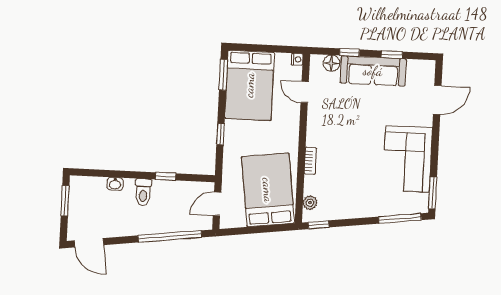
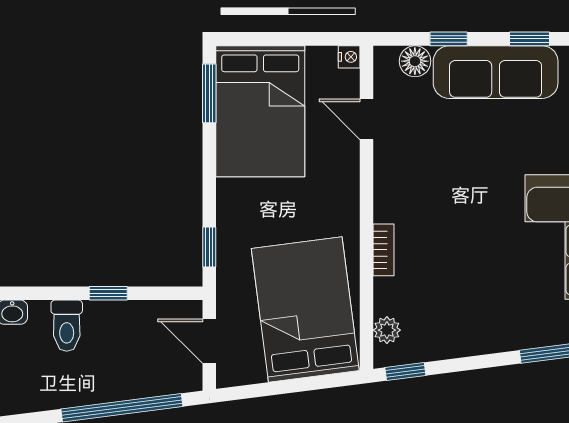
window: (220, 134) -> (209, 247), moved
door: (217, 204) -> (209, 341), hinge flipped

